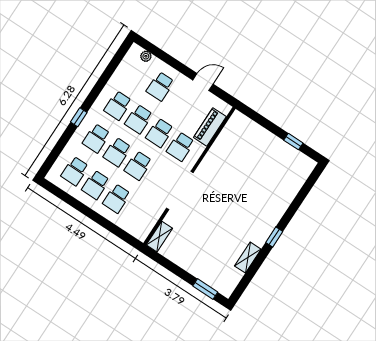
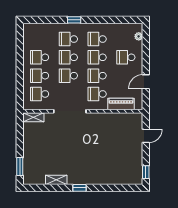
door: (203, 82) -> (146, 82), swing flipped
door: (265, 123) -> (146, 136), added
window: (293, 142) -> (146, 172), moved
school desk: (75, 171) -> (40, 94), moved

